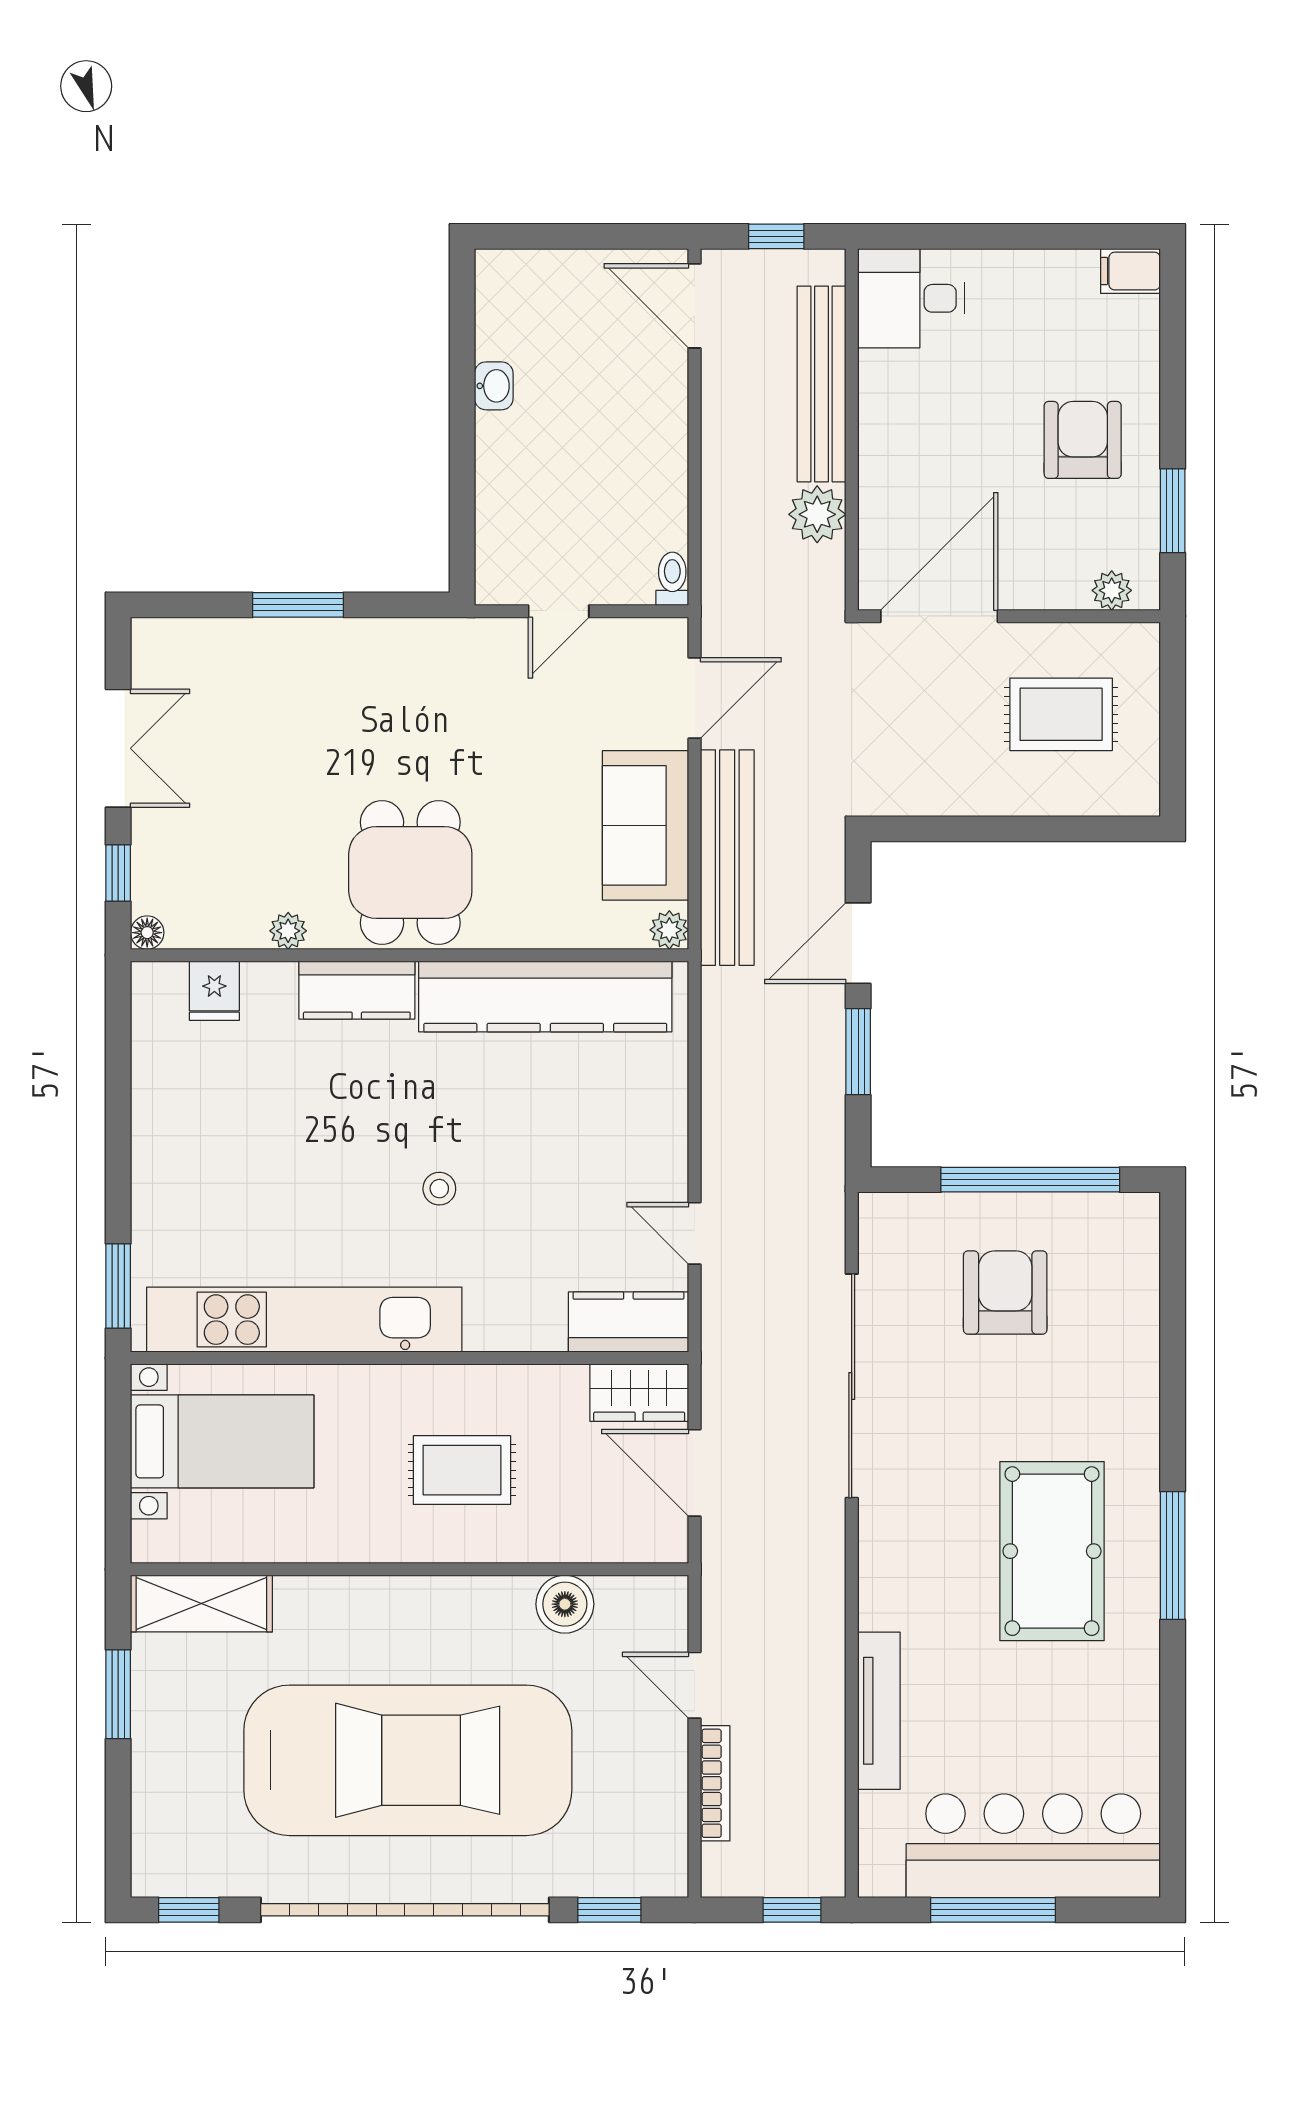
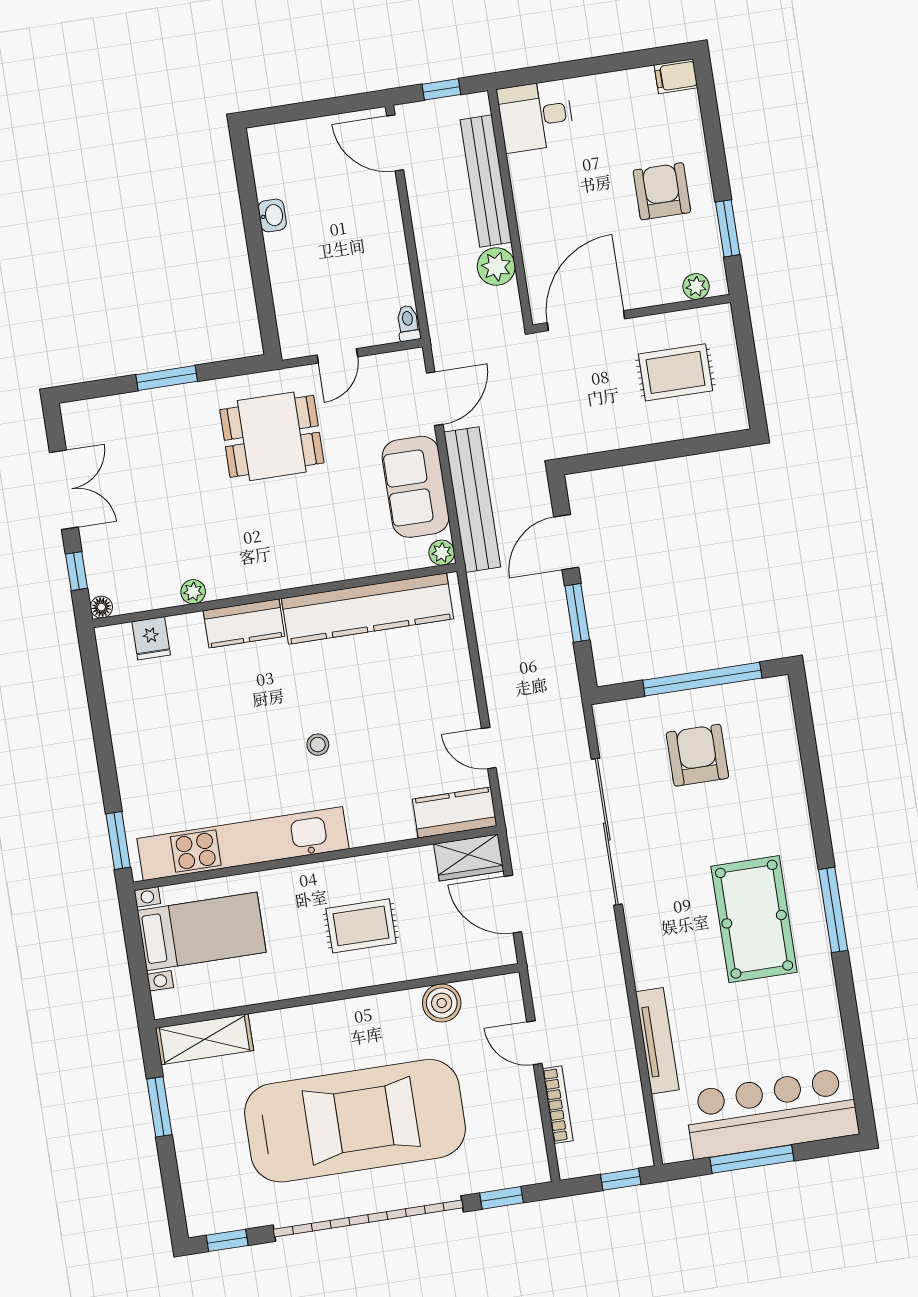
dining table: (410, 873) -> (272, 436), moved, turned 90

